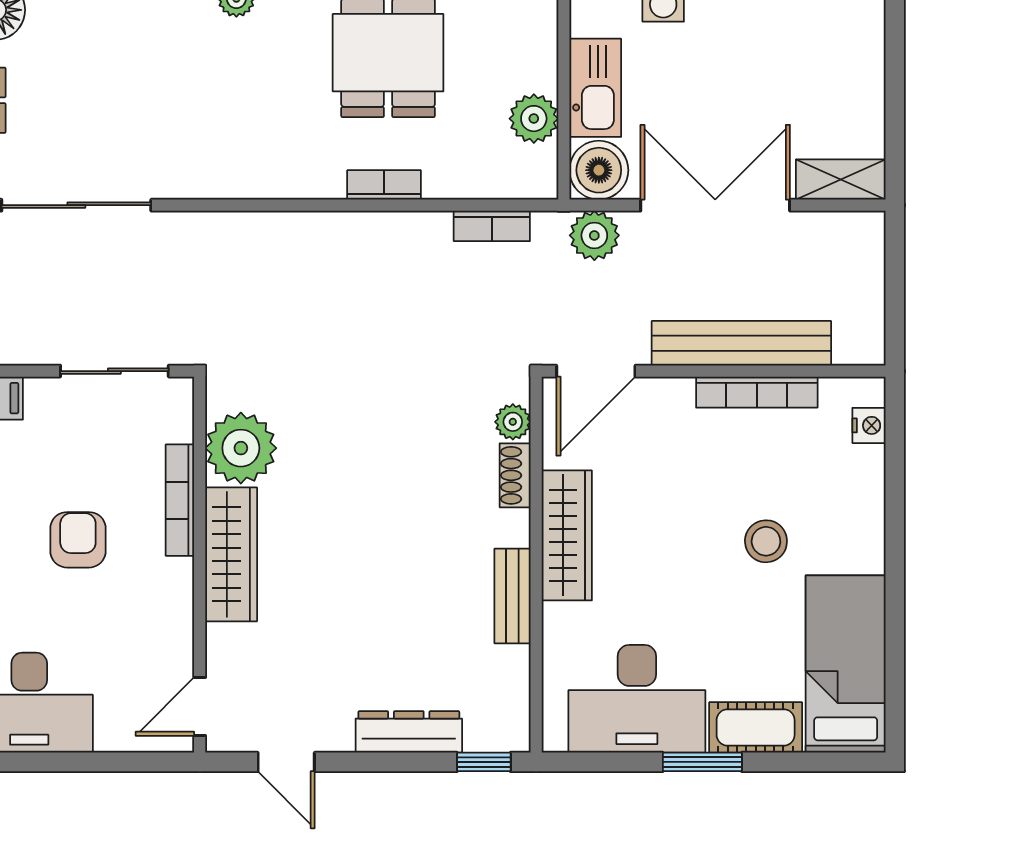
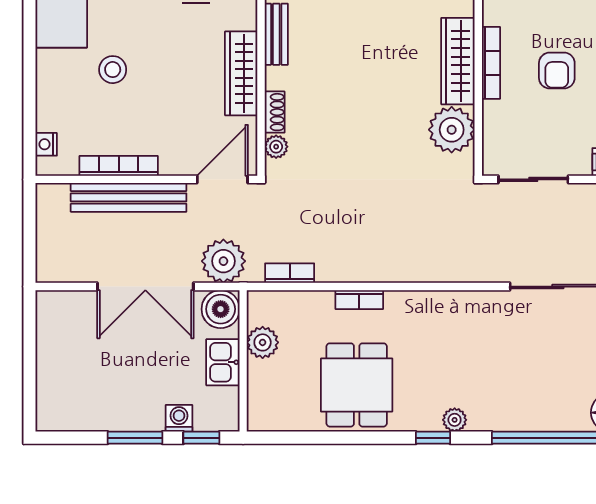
kitchen sink: (595, 88) -> (223, 362), width x0.73
shelving: (841, 179) -> (64, 303), removed
plant: (594, 235) -> (223, 261), width x1.36, depth x1.36
bookcase: (180, 500) -> (491, 63), moved

